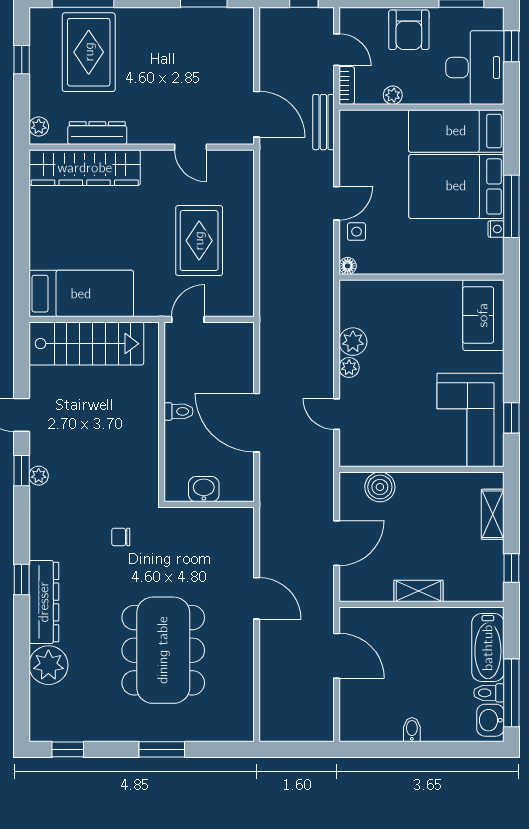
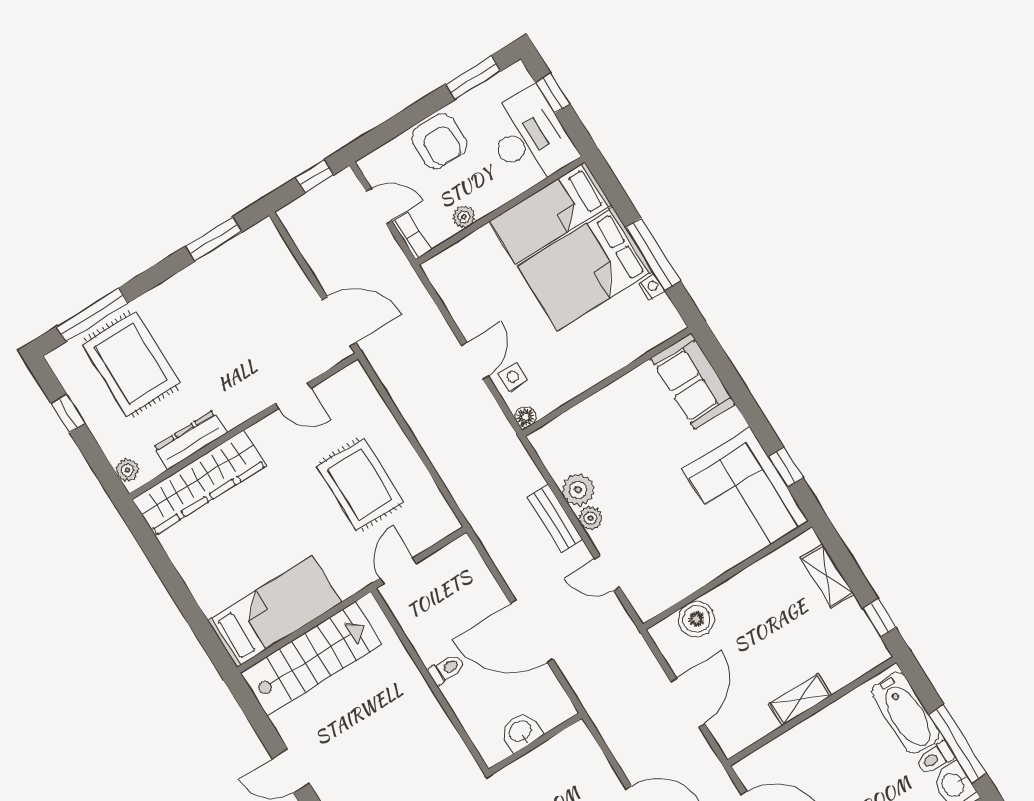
bench: (323, 122) -> (555, 518), moved

